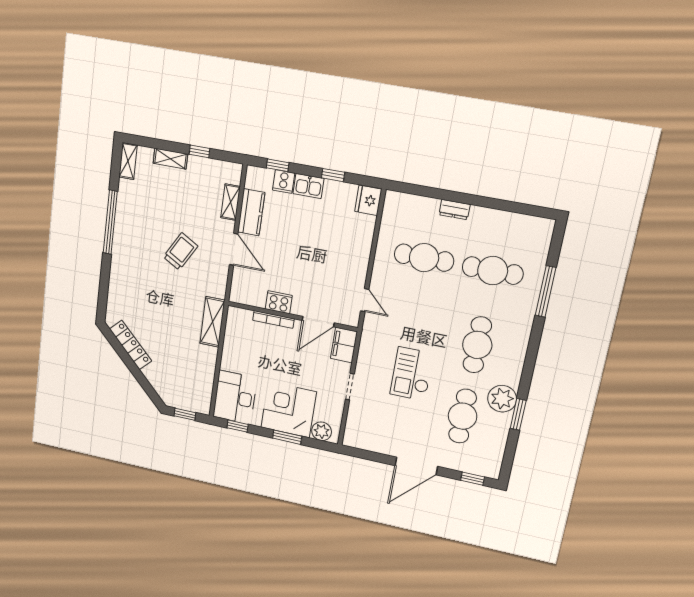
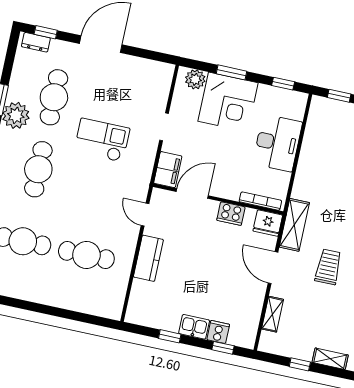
fridge: (368, 200) -> (268, 223), moved, turned 90
dresser: (454, 210) -> (36, 42), moved, turned 180
kitchen counter: (251, 212) -> (148, 258), moved, turned 180
trolley: (180, 251) -> (328, 267), turned 150
bookcase: (273, 319) -> (260, 201), moved
shelving: (212, 322) -> (294, 225), moved
checkout: (412, 374) -> (102, 140), turned -90
desk: (235, 397) -> (277, 143), moved

